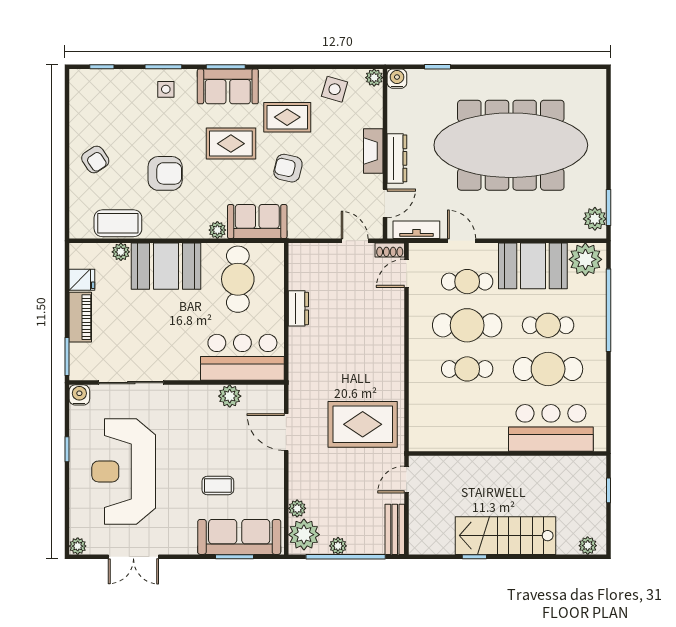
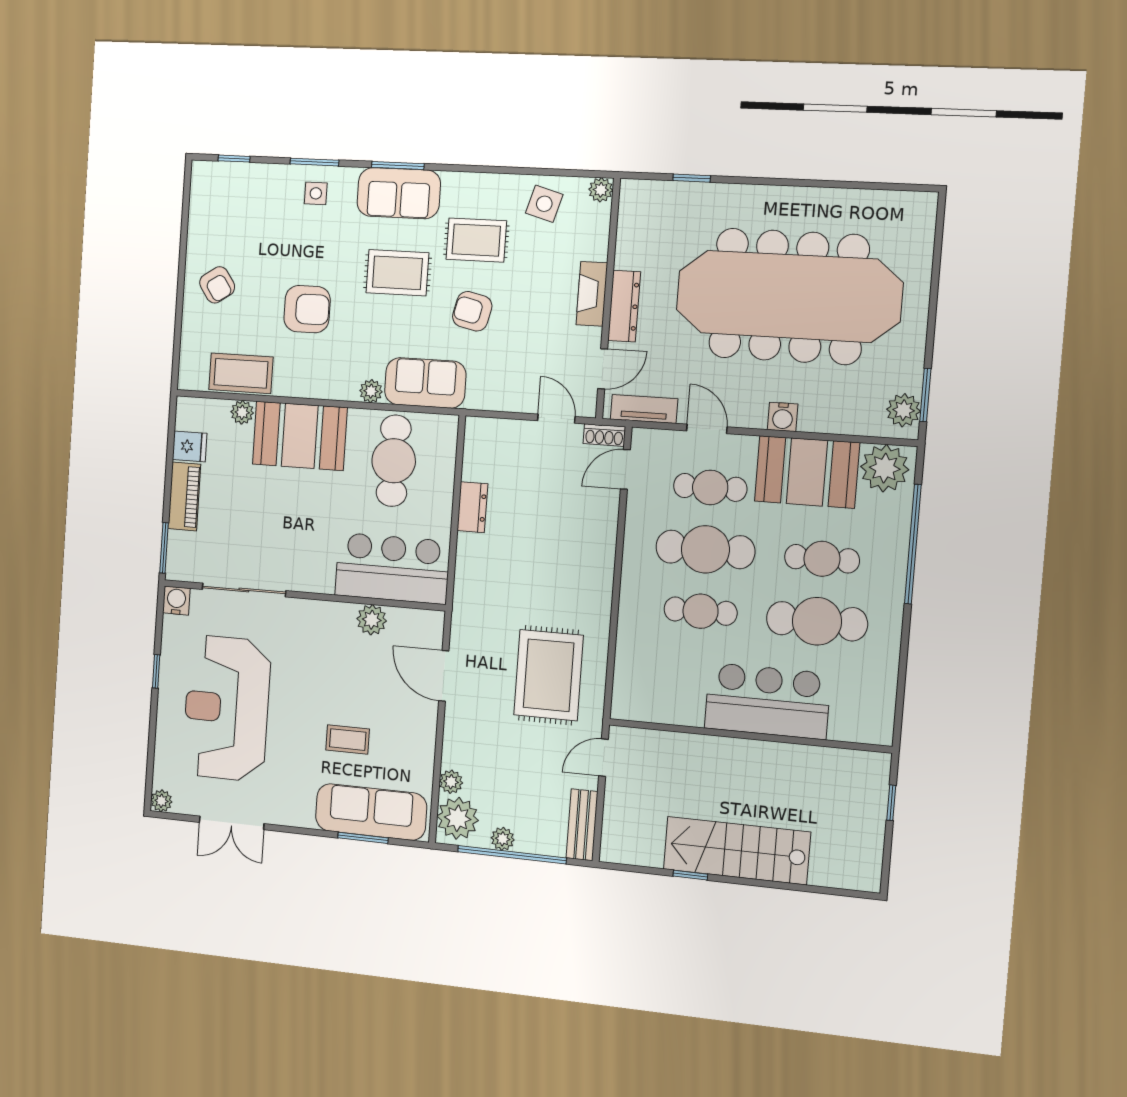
water cooler: (397, 79) -> (783, 417), moved, turned 180
rug: (363, 424) -> (549, 675), turned 90
bar counter: (551, 428) -> (767, 701), moved
plant: (588, 546) -> (854, 878), removed

